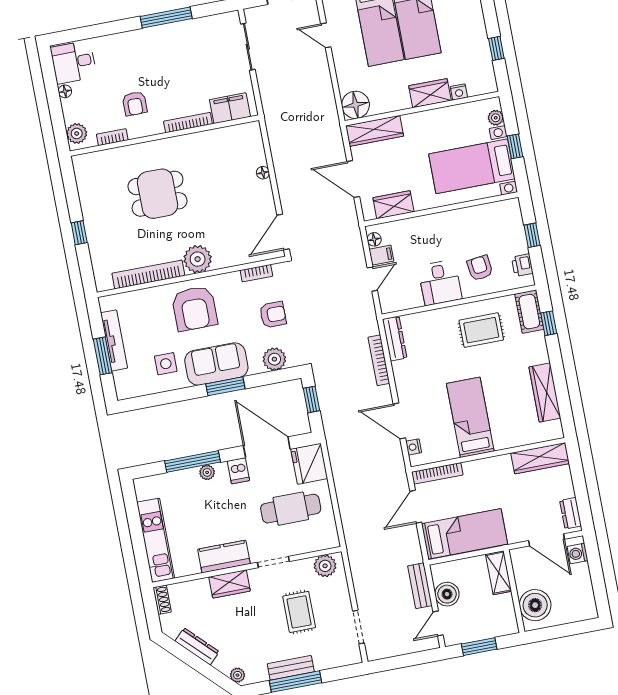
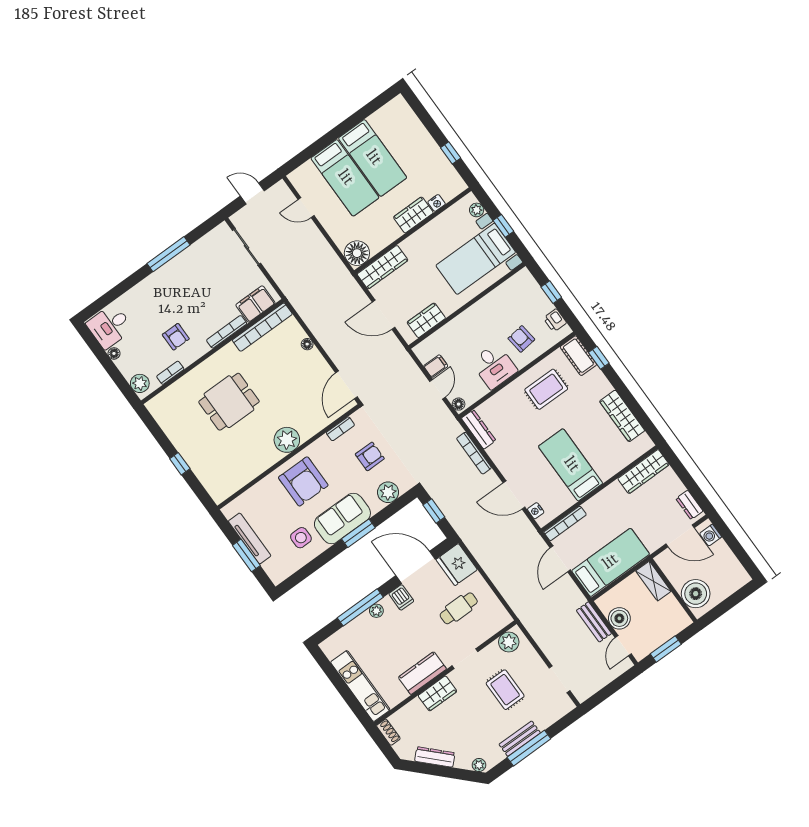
floor lamp: (374, 239) -> (459, 404), moved
bookcase: (148, 274) -> (262, 327), moved, turned 180
cafe table: (291, 509) -> (459, 608), width x0.73, depth x0.74

